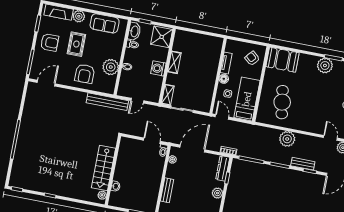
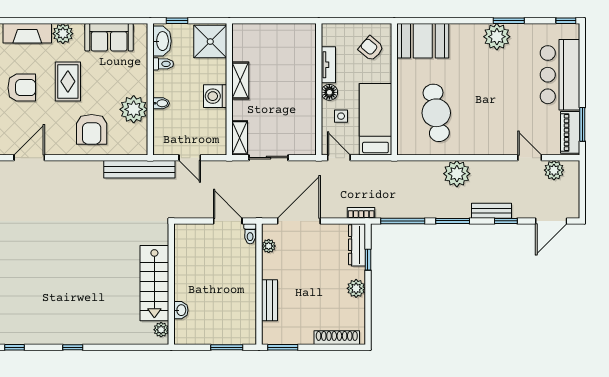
door: (137, 101) -> (190, 158), hinge flipped

